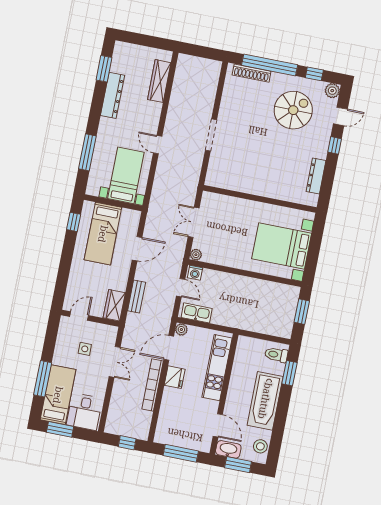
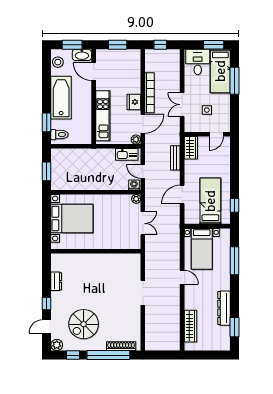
dresser: (316, 176) -> (56, 281), width x0.70
window: (181, 453) -> (118, 45), width x0.69

